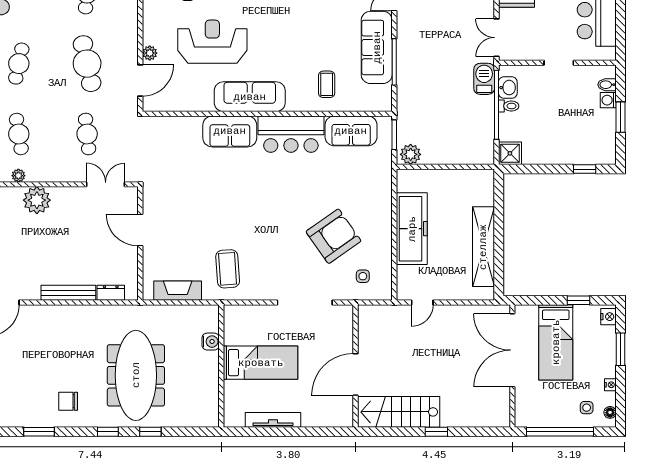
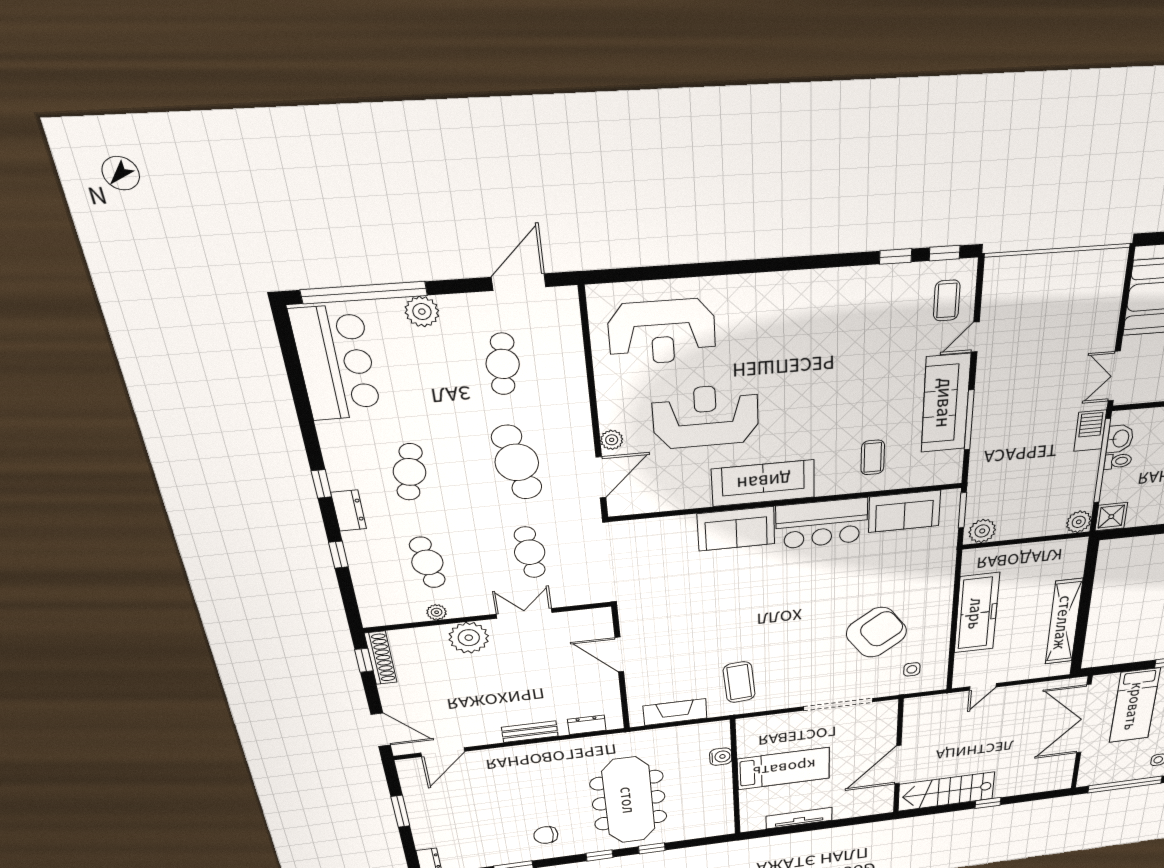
plant: (485, 155) -> (1079, 522), added
double door: (106, 184) -> (524, 613), moved
bench: (68, 293) -> (530, 732), width x0.73

